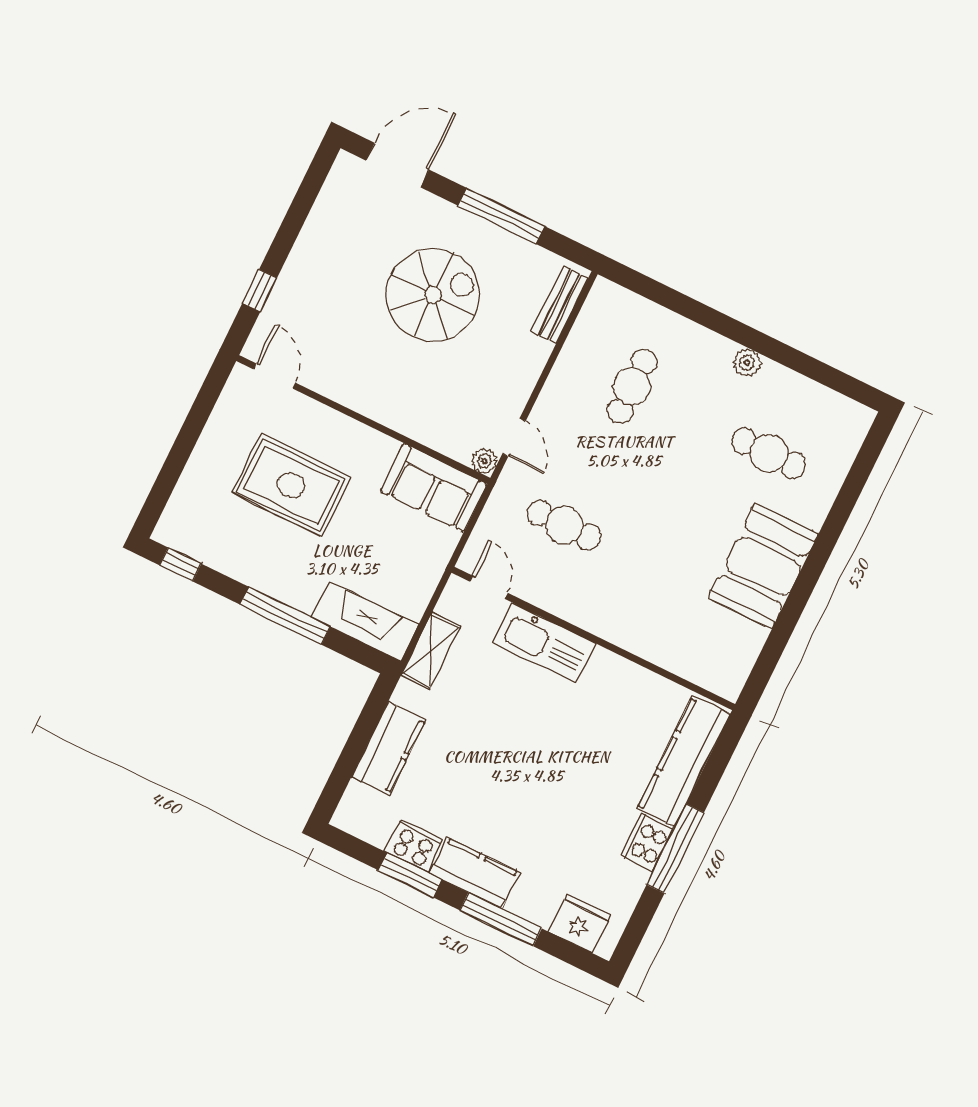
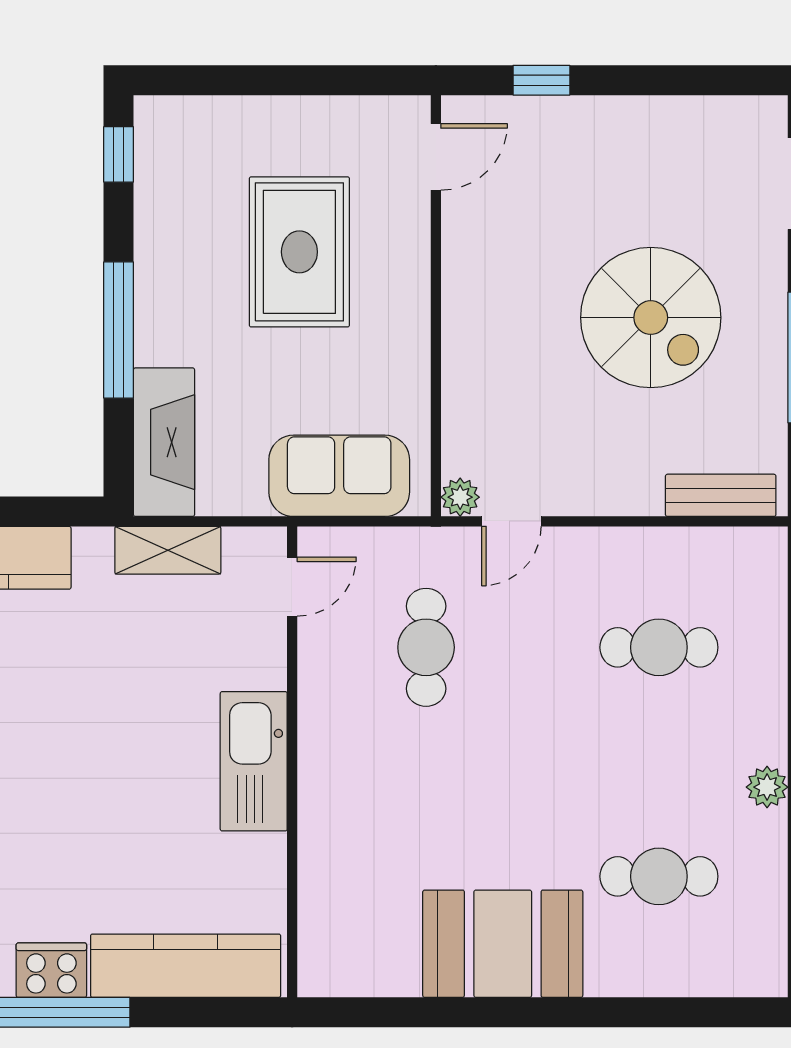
cafe table: (769, 453) -> (659, 876), turned 90
sofa: (434, 488) -> (339, 476), moved, turned 90
kitchen sink: (544, 643) -> (254, 761), moved

